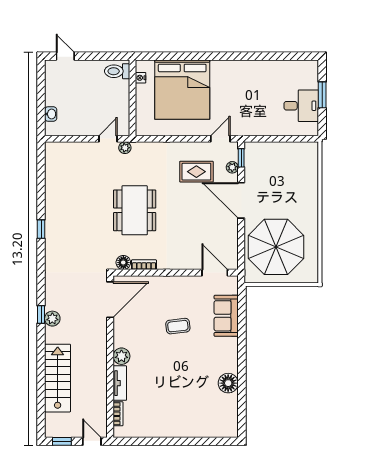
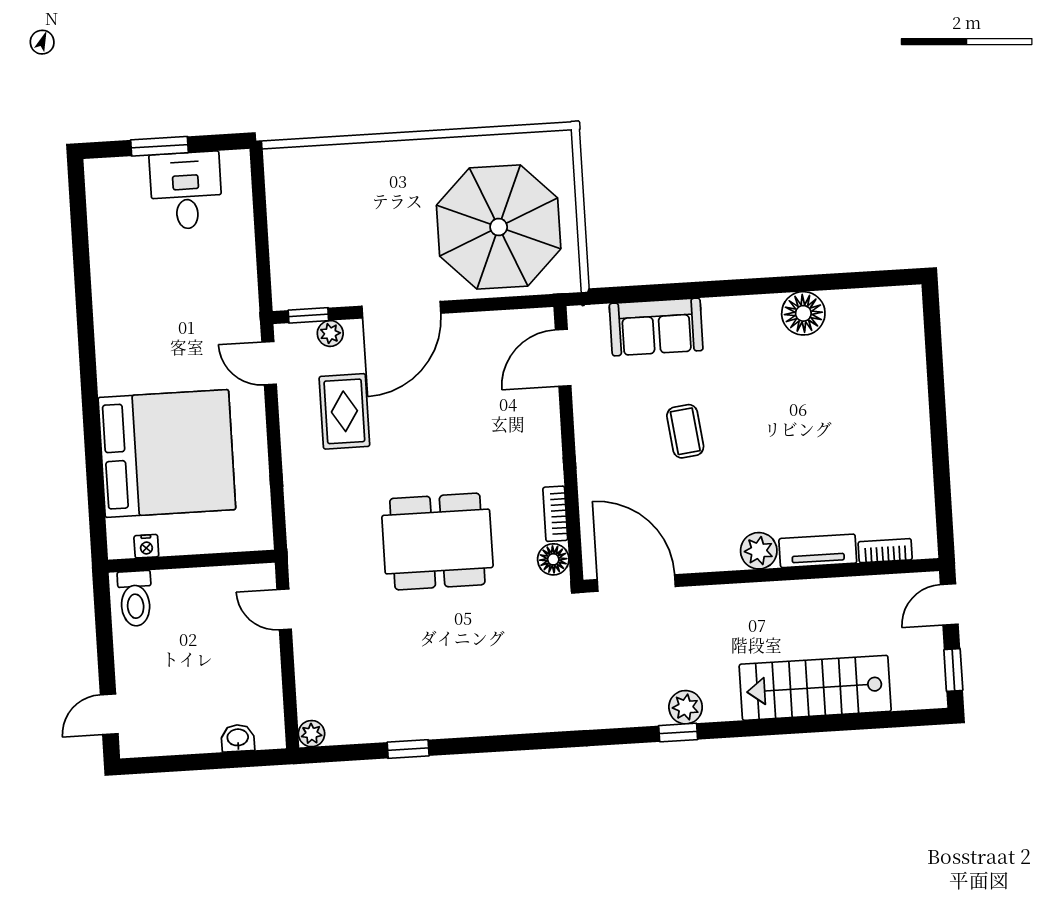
plant: (125, 148) -> (312, 734), moved
window: (41, 229) -> (408, 749), moved

